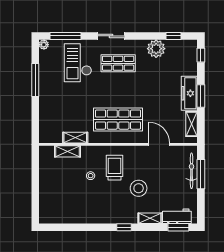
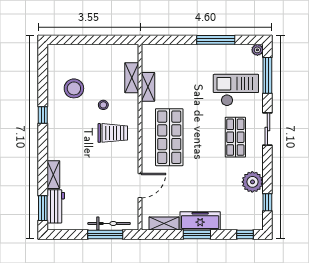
stool: (139, 188) -> (74, 88), moved
window: (124, 227) -> (43, 115), moved

